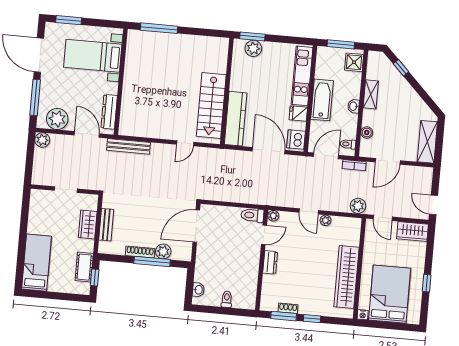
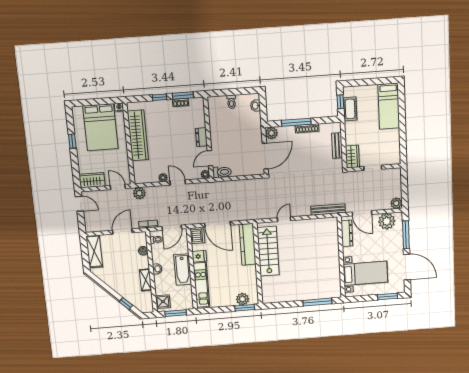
wardrobe: (88, 224) -> (352, 157), moved
plant: (163, 251) -> (271, 133), moved

